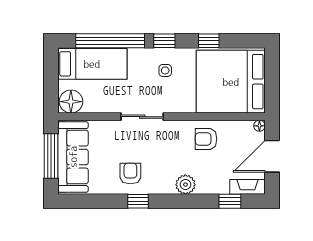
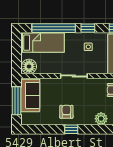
sofa: (73, 157) -> (30, 95), width x0.73

